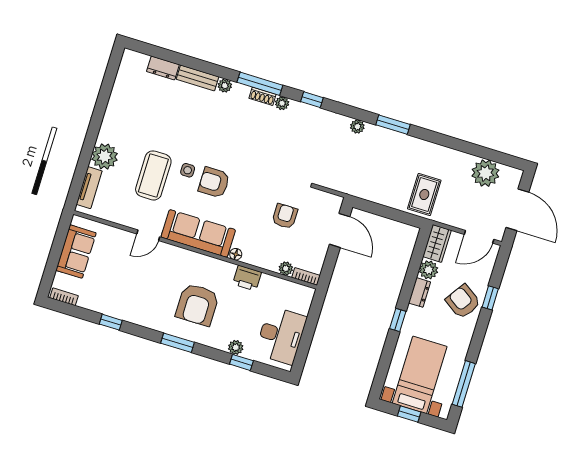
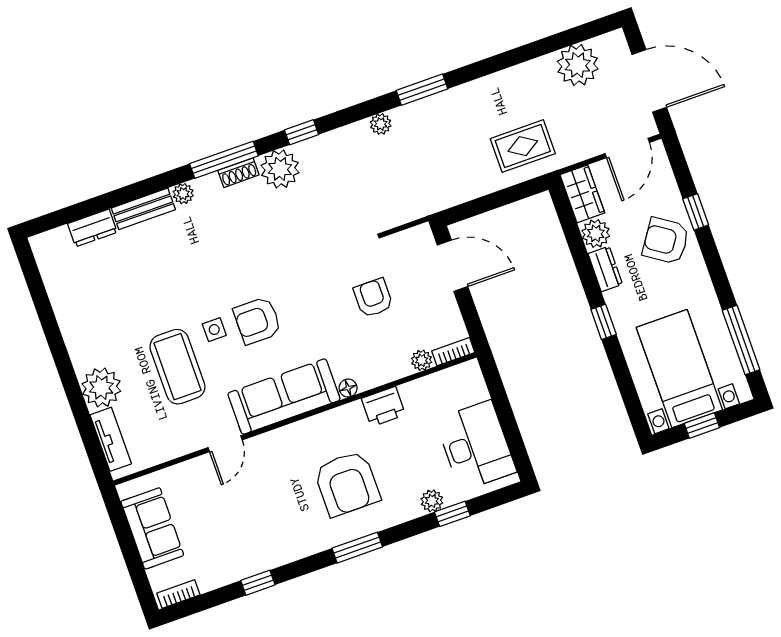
plant: (282, 103) -> (280, 169), width x1.87, depth x1.87
rug: (424, 195) -> (523, 146), turned 90

